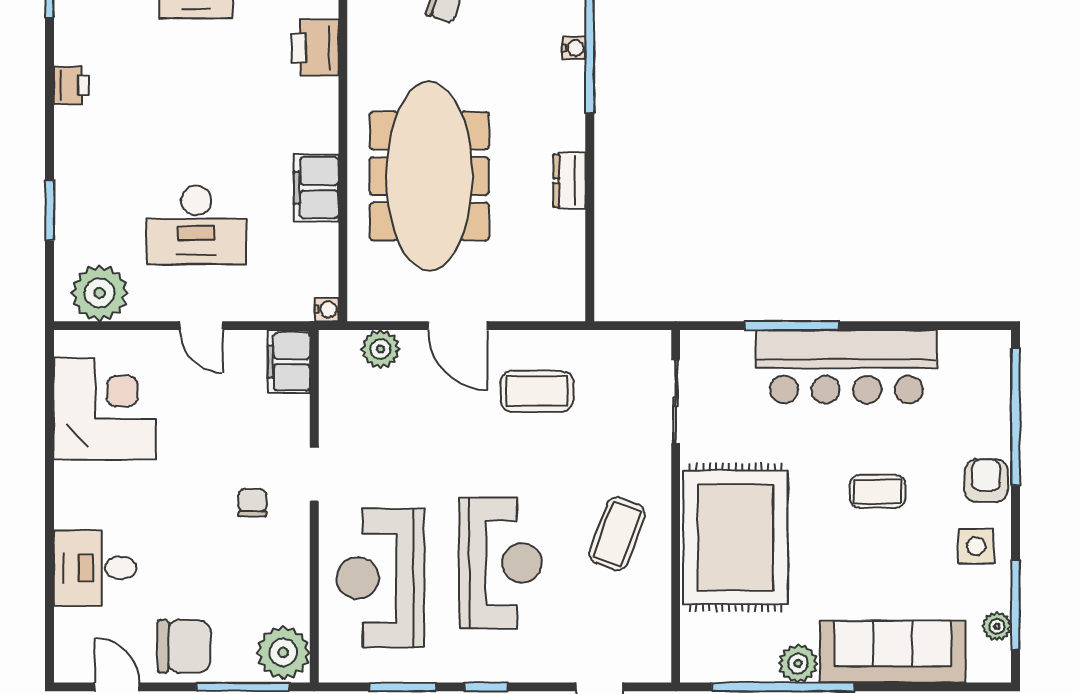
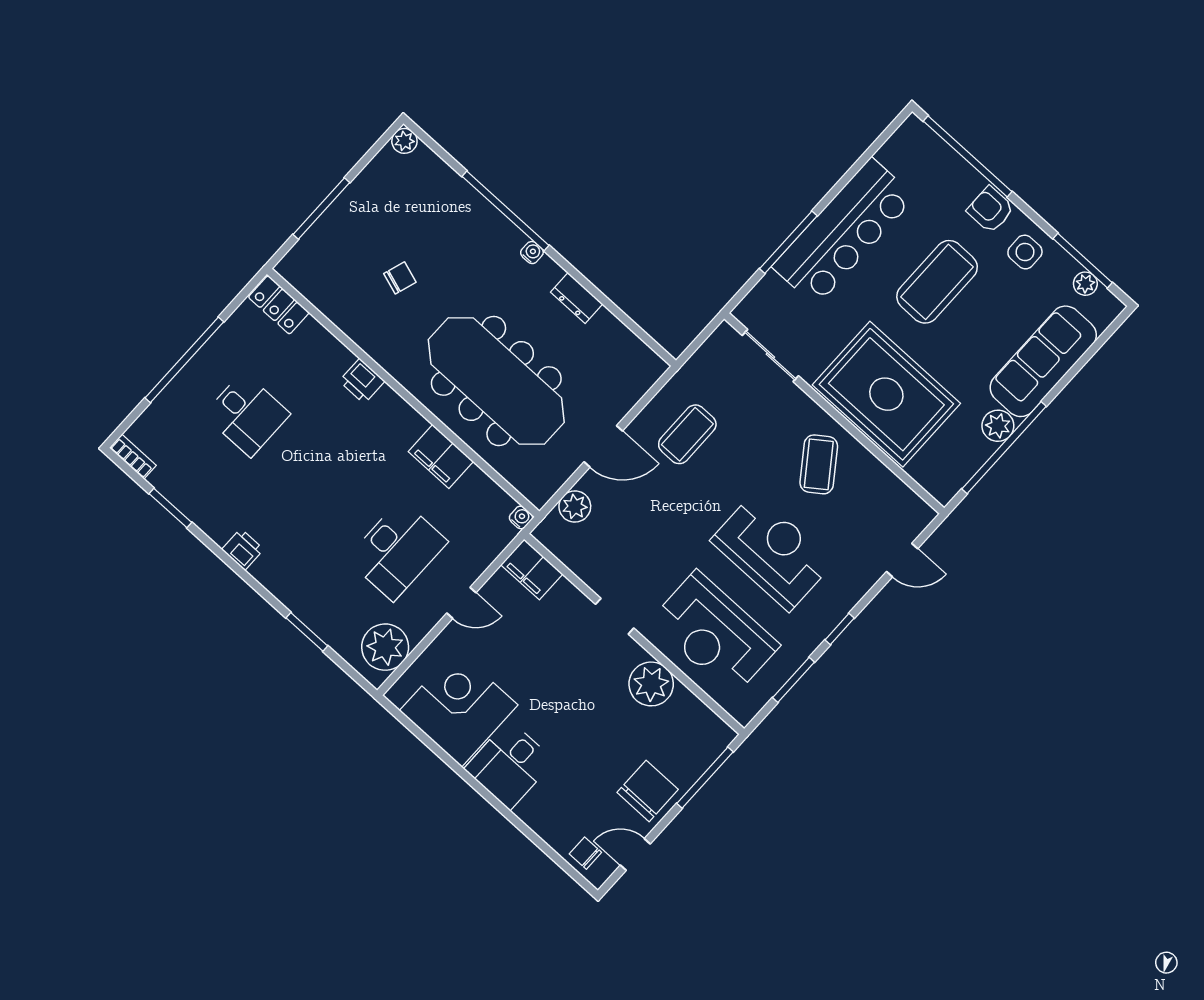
printer: (315, 48) -> (362, 381), width x0.73, depth x0.81
water cooler: (574, 48) -> (532, 253), moved
coffee table: (878, 491) -> (937, 282), width x1.86, depth x1.72
chair: (252, 503) -> (585, 853), moved
coffee table: (617, 534) -> (819, 464), turned 34
desk: (95, 568) -> (509, 765), moved
plant: (283, 652) -> (651, 684), moved

